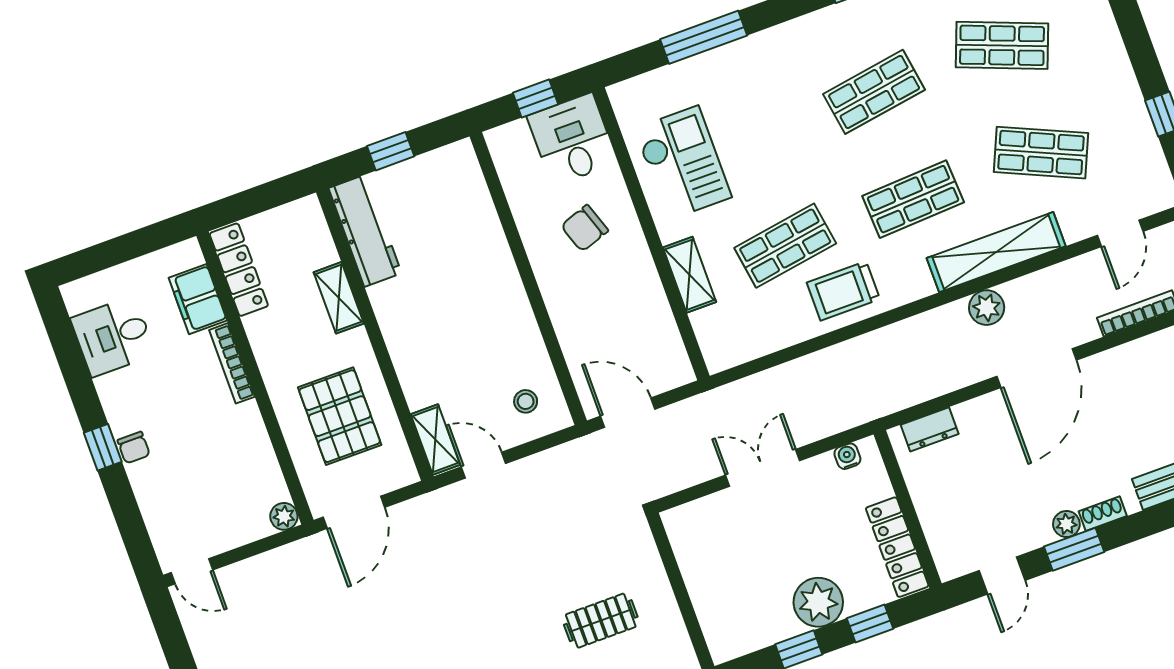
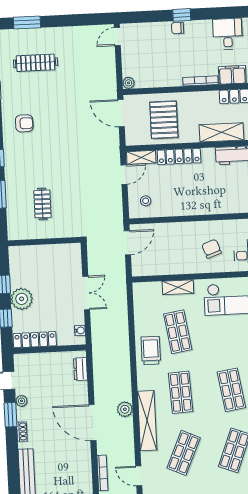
shelving: (339, 298) -> (221, 132), width x1.50, depth x1.33
locker: (408, 359) -> (179, 156), added
pallet: (340, 416) -> (164, 120), turned 90
plant: (1066, 524) -> (22, 401), moved

